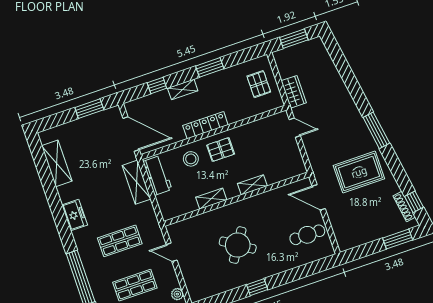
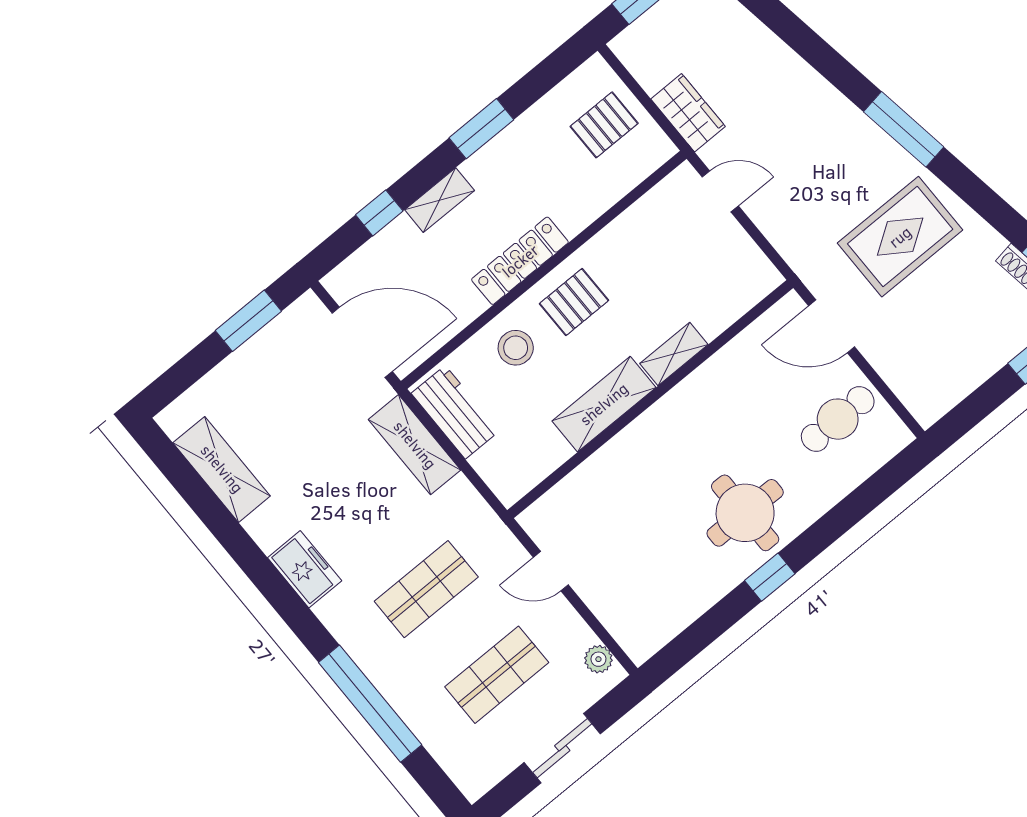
pallet: (259, 84) -> (604, 125), turned 90
shelving: (211, 199) -> (604, 404), width x1.50, depth x1.33
round table: (238, 245) -> (745, 513), moved, turned -33

